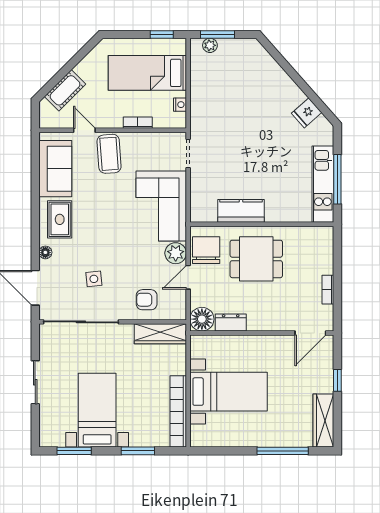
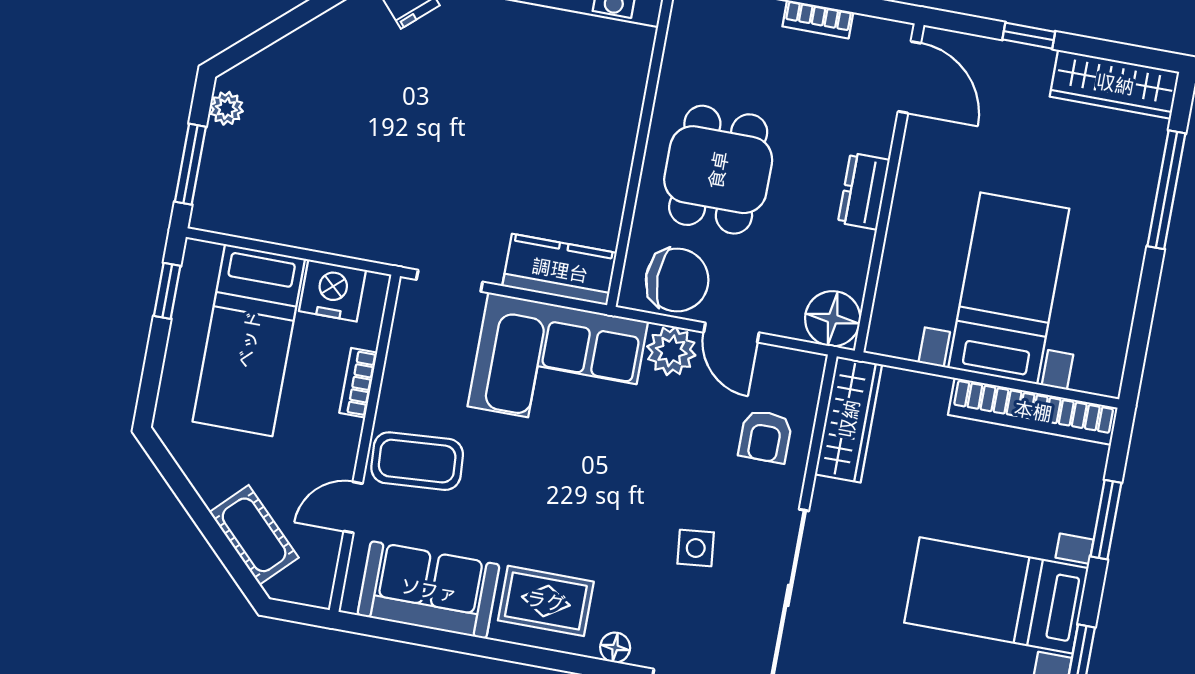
plant: (210, 45) -> (226, 108), moved
nightstand: (180, 105) -> (333, 290), width x1.89, depth x1.79
kitchen counter: (241, 211) -> (560, 270), moved, turned 90
chair: (206, 250) -> (677, 280), turned 180
dresser: (231, 322) -> (864, 191), moved

